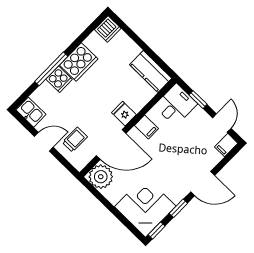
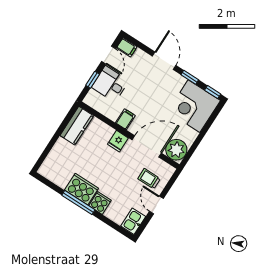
dishwasher: (108, 29) -> (48, 170), removed
window: (51, 69) -> (78, 203), moved
desk: (176, 105) -> (110, 84), moved
door: (222, 123) -> (109, 55), swing flipped
door: (111, 144) -> (147, 146), hinge flipped

